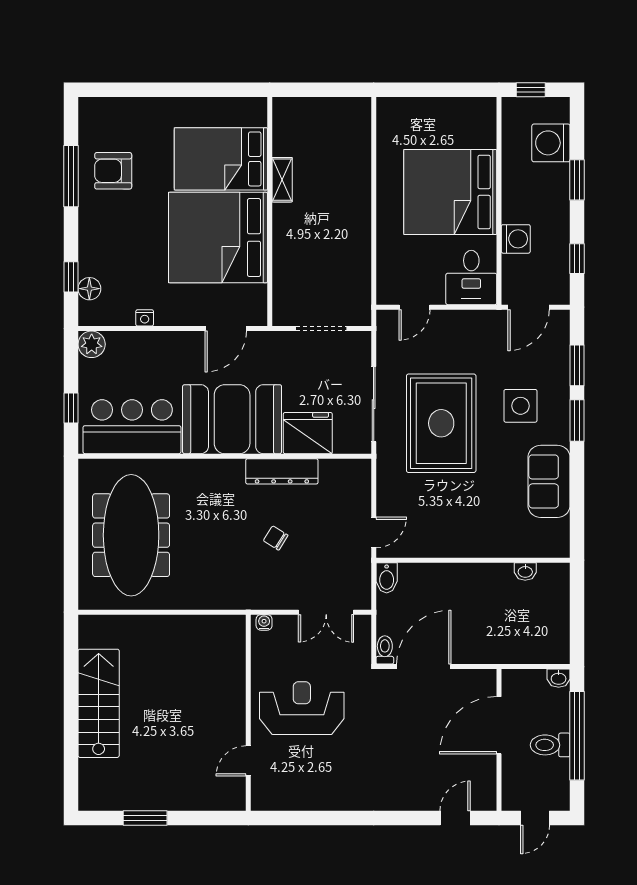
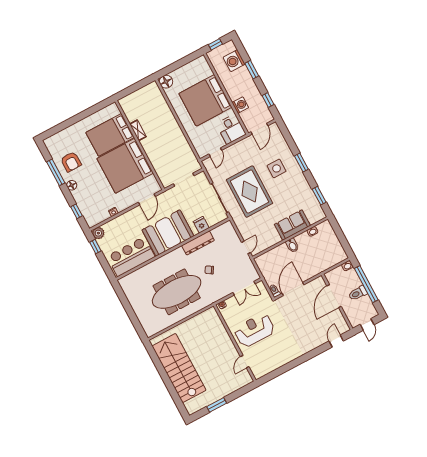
floor lamp: (391, 112) -> (166, 82), added
armchair: (113, 171) -> (71, 162), turned -90
floor lamp: (89, 289) -> (72, 185), moved
window: (577, 365) -> (319, 196), moved
window: (71, 408) -> (95, 247), moved
fridge: (308, 433) -> (201, 225), width x0.53, depth x0.75
sofa: (549, 481) -> (292, 225), moved, turned 90
meeting table: (131, 535) -> (177, 292), moved, turned 90
bidet: (387, 578) -> (292, 245), moved
stairs: (99, 703) -> (179, 368), width x1.36, depth x1.51

